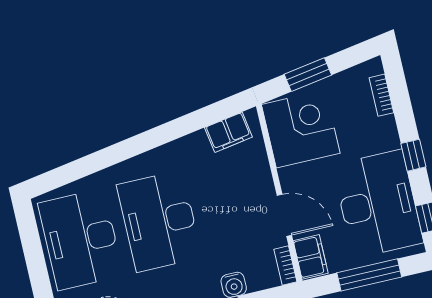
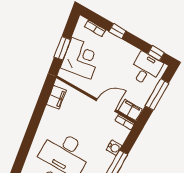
corner desk: (301, 129) -> (81, 58), moved, turned 81
window: (413, 155) -> (118, 31), moved
desk: (378, 204) -> (146, 69), width x0.53, depth x0.77

